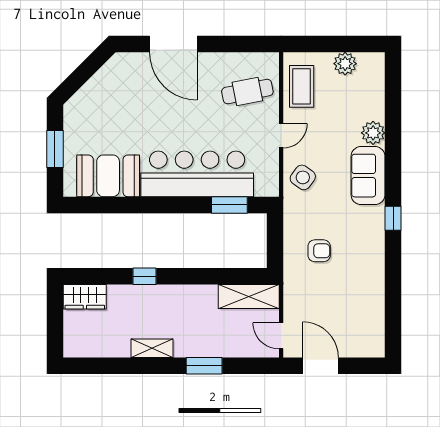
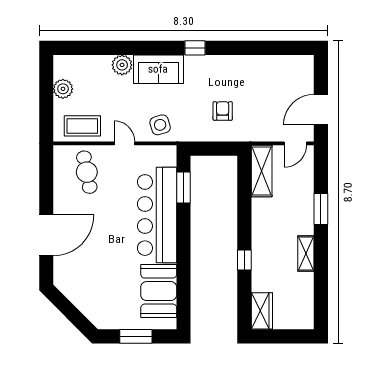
side table: (303, 177) -> (160, 125), turned 37

